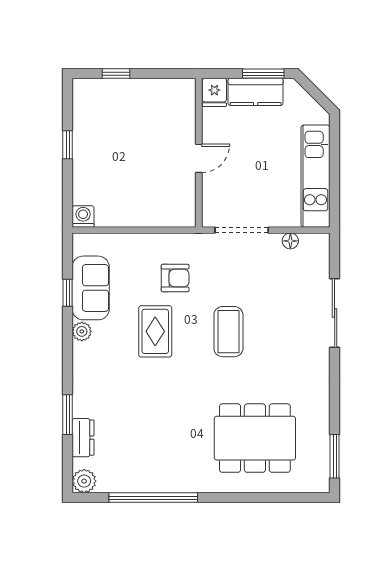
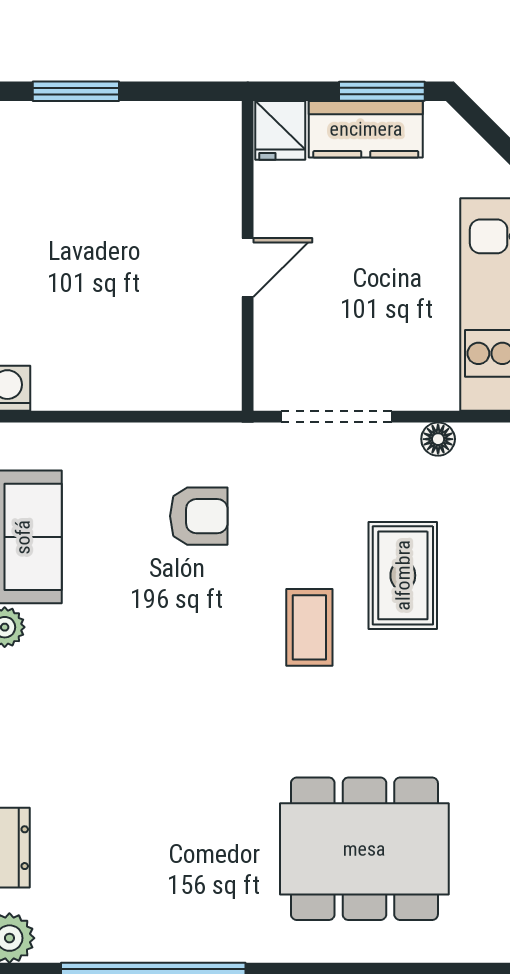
window: (116, 74) -> (76, 91), width x1.50
rug: (155, 331) -> (403, 575), moved
coffee table: (228, 332) -> (309, 627), width x0.73, depth x0.77

